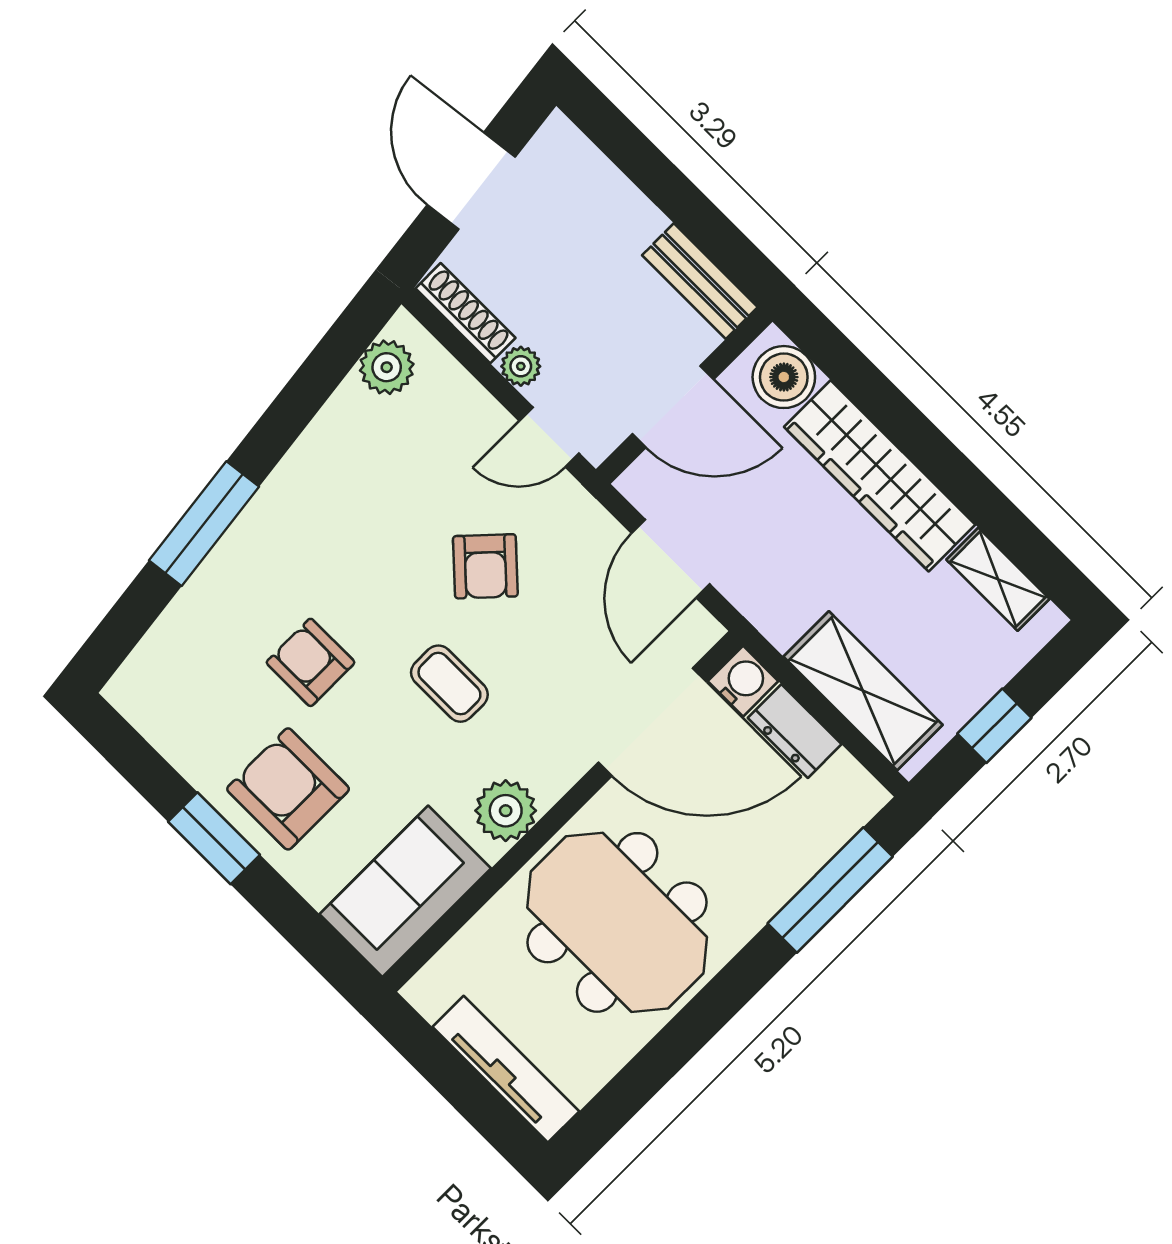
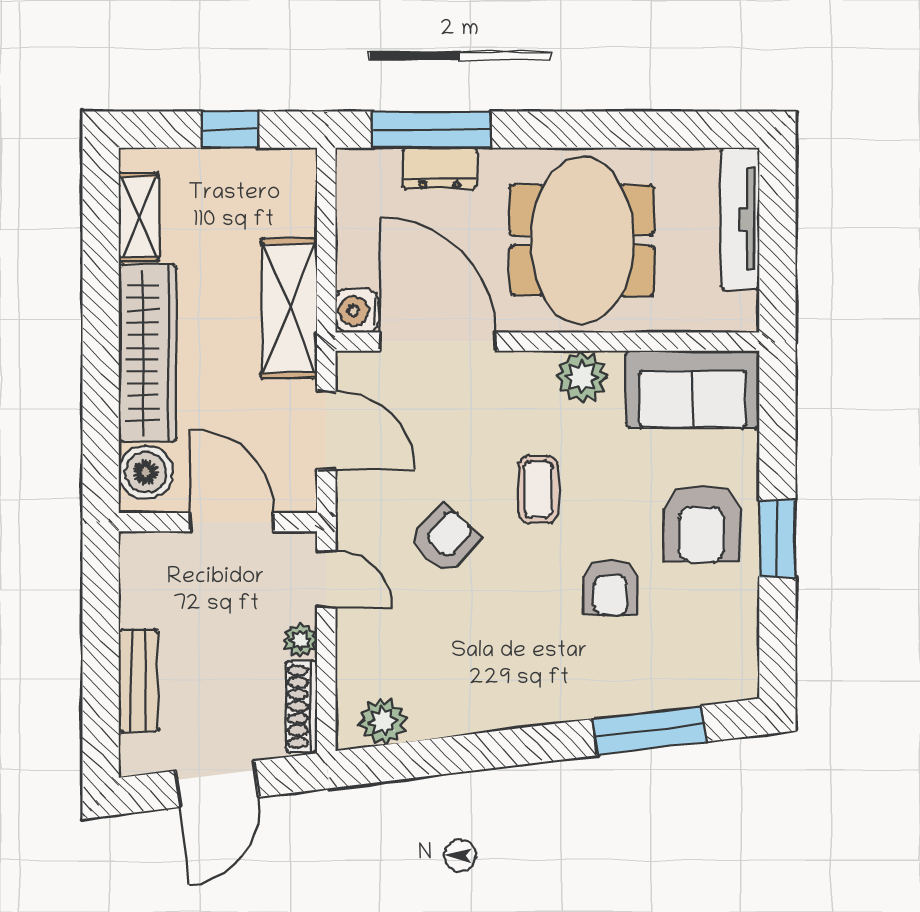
bench: (700, 281) -> (138, 681), moved
window: (204, 524) -> (650, 730), moved
door: (671, 559) -> (326, 430), hinge flipped
shelving: (863, 691) -> (289, 308), moved
dresser: (795, 731) -> (440, 168), moved, turned 90

